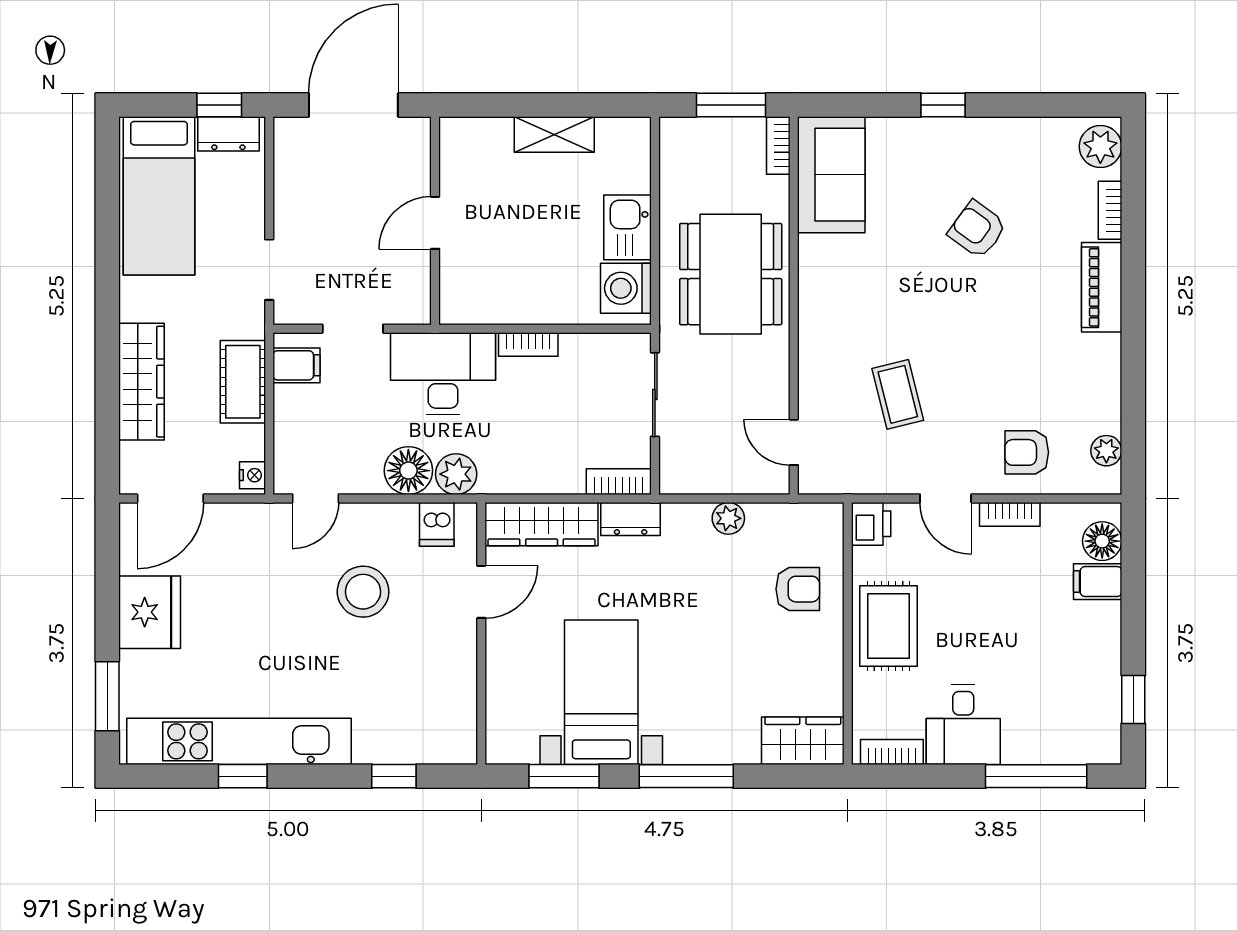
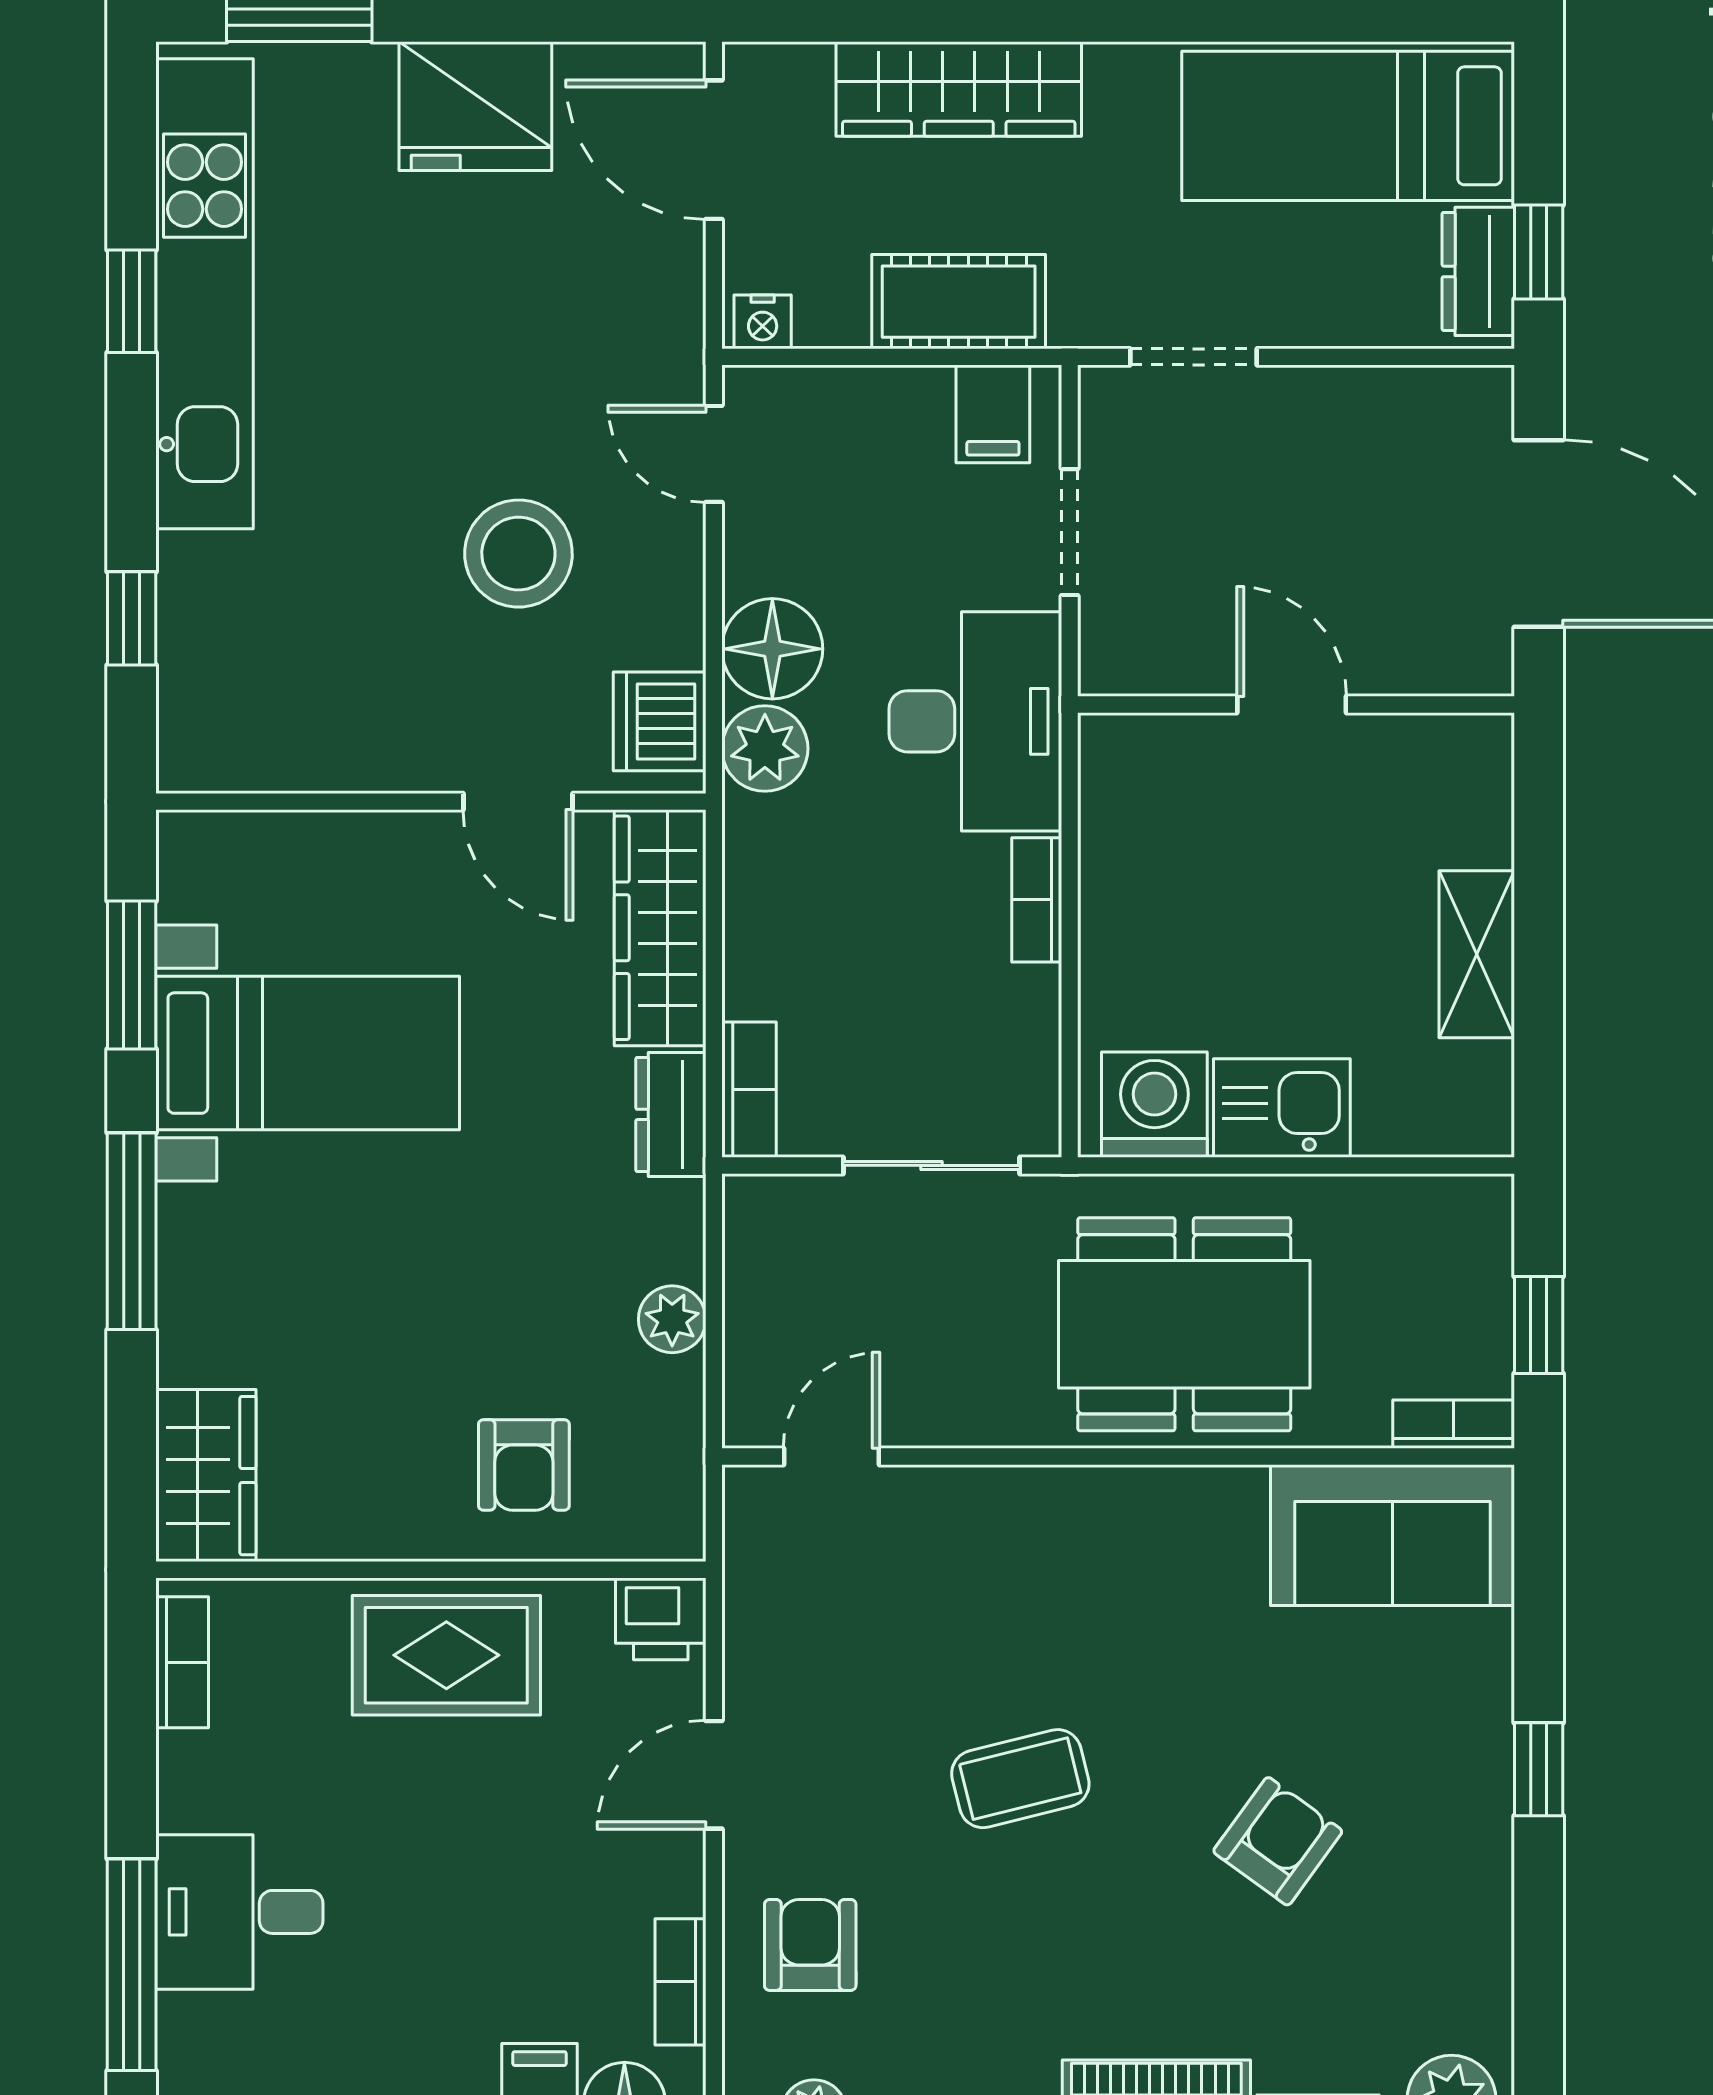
window: (731, 105) -> (1539, 1325), width x0.67
coffee table: (898, 394) -> (1020, 1779), moved
bookcase: (1010, 514) -> (680, 1982), moved
dishwasher: (437, 524) -> (660, 721), width x1.38
desk: (963, 725) -> (239, 1912), moved

